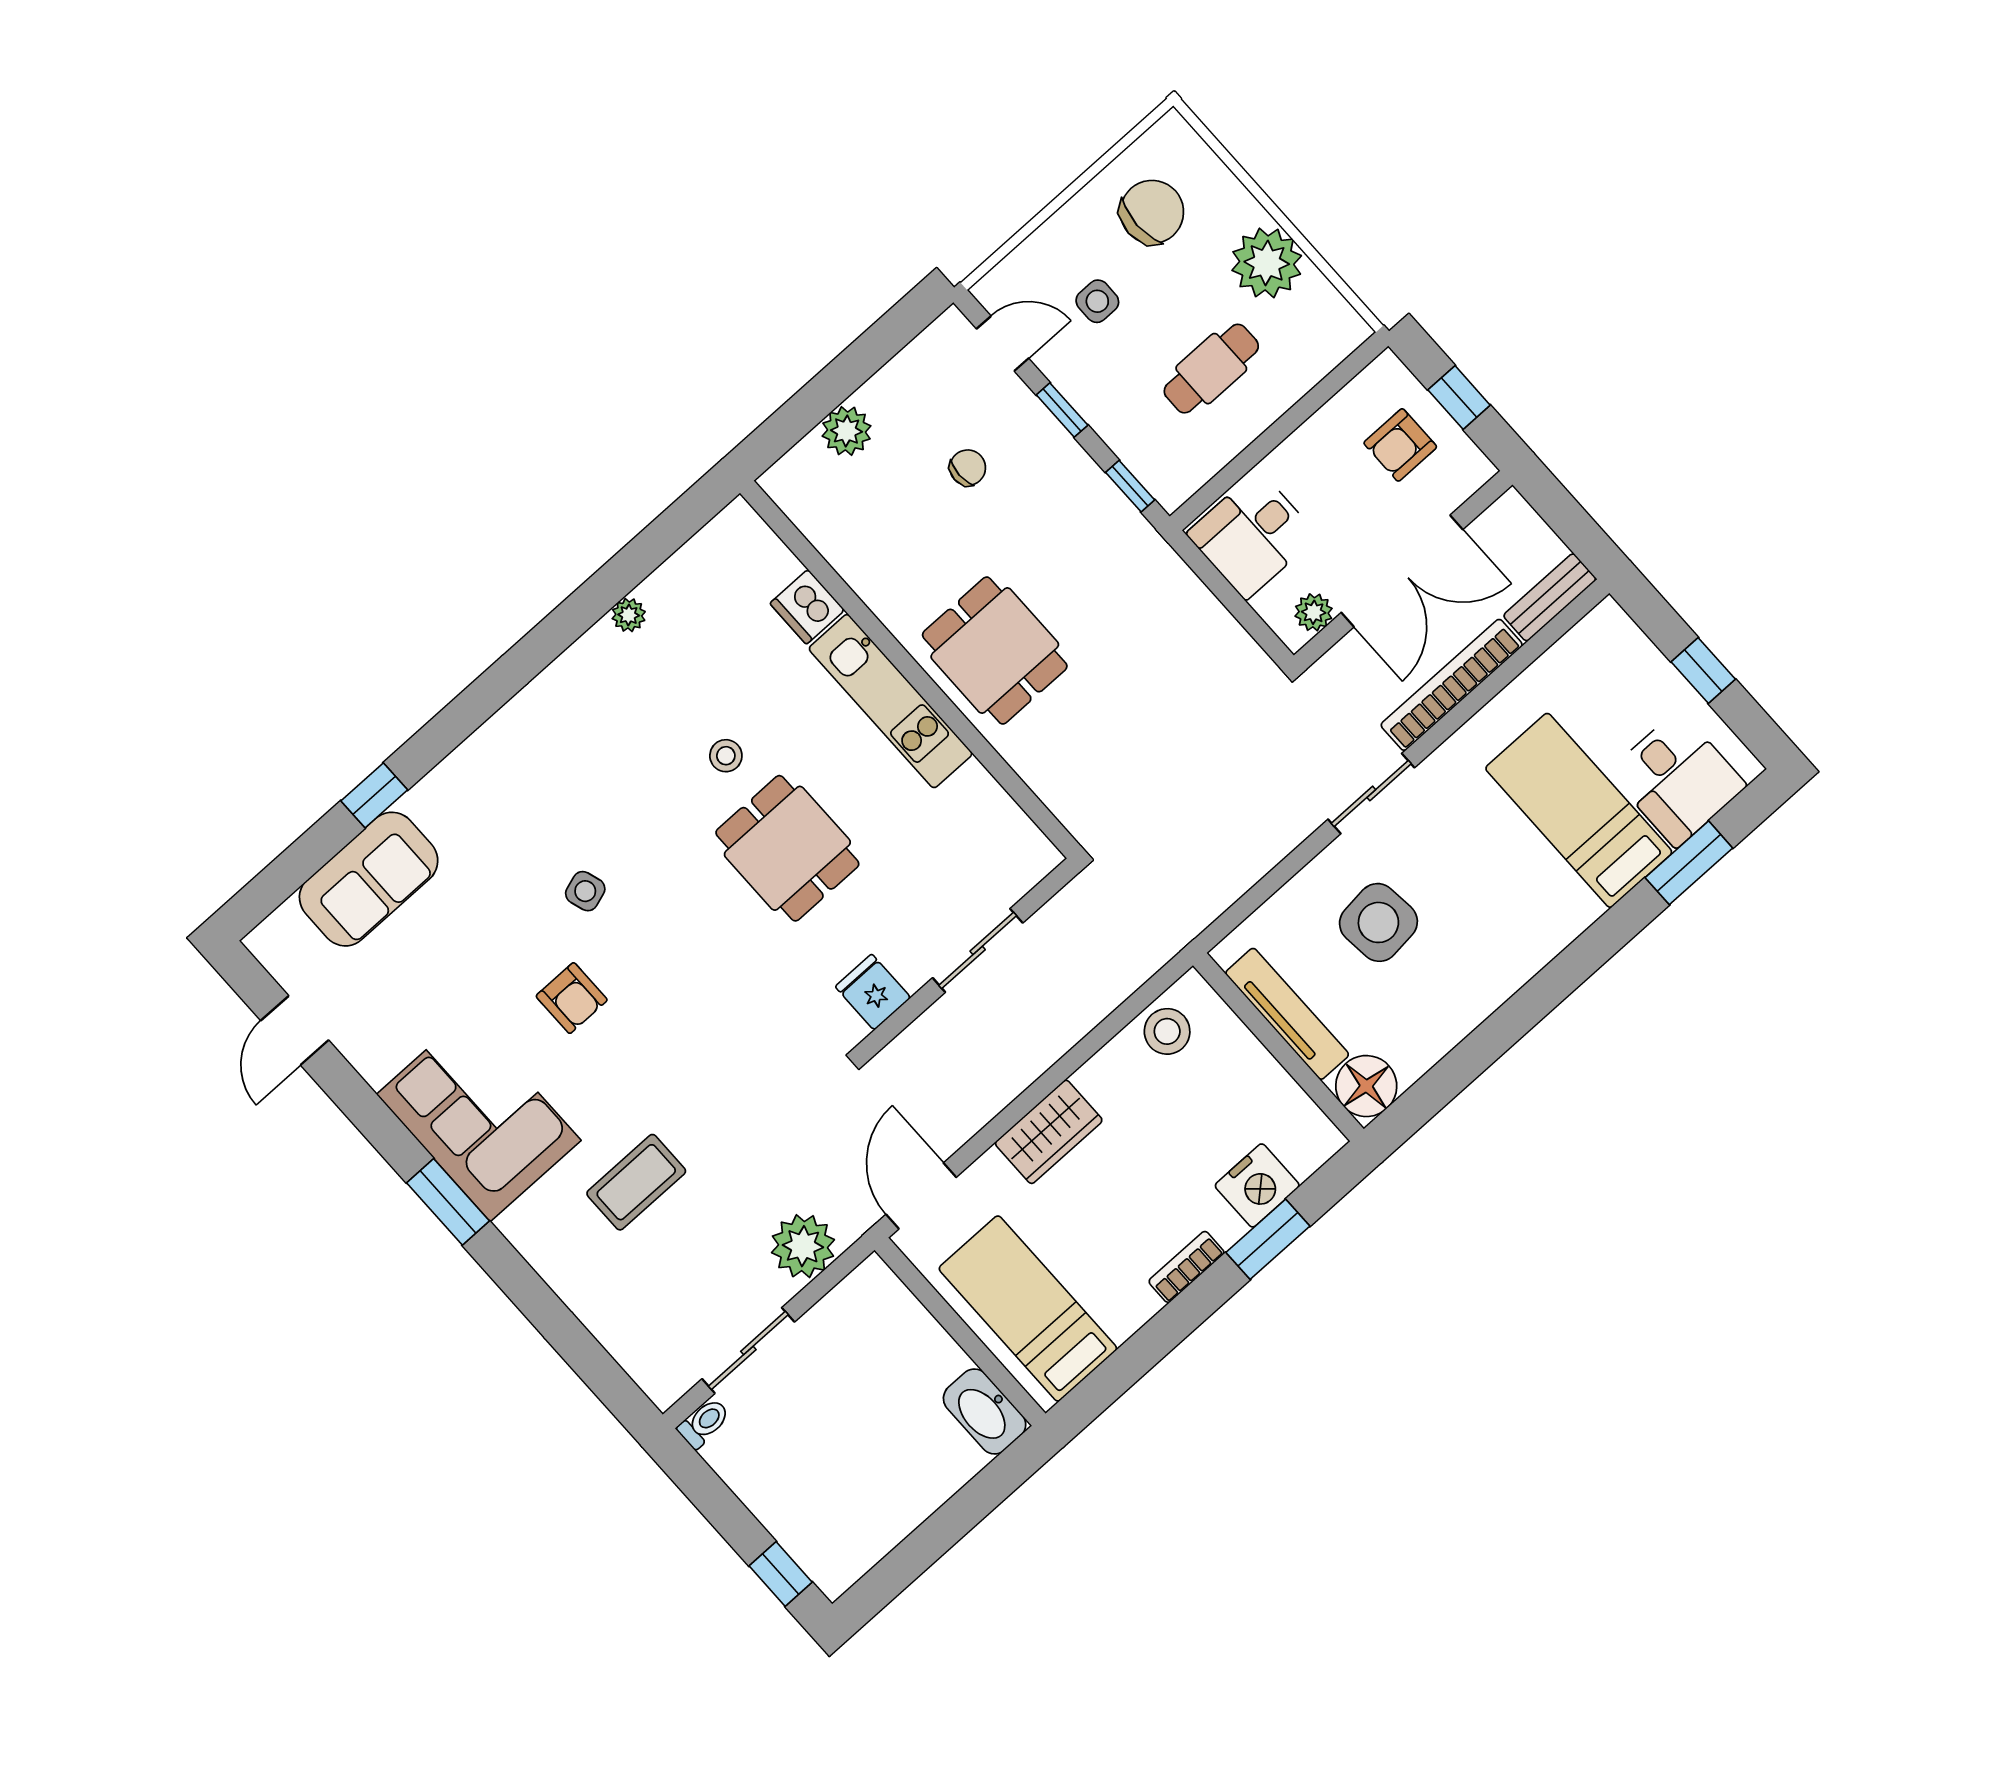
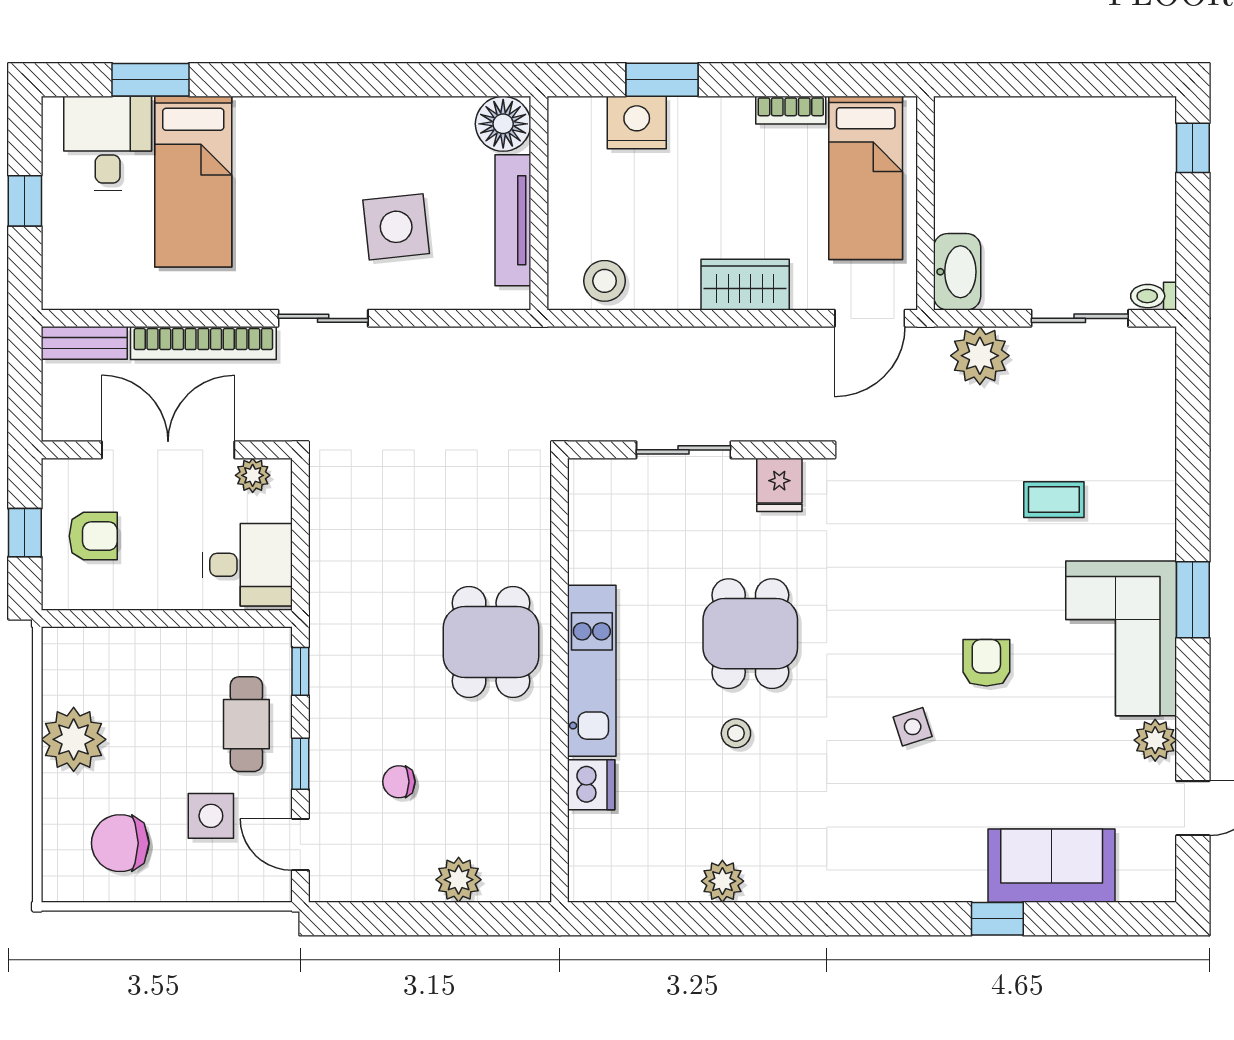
side table: (1097, 301) -> (211, 816), width x1.37, depth x1.37
cafe table: (1211, 369) -> (246, 724), moved, turned 90
plant: (629, 615) -> (722, 881), width x1.38, depth x1.38
plant: (376, 1059) -> (1155, 740), added
coffee table: (636, 1182) -> (1054, 500), width x0.73, depth x0.77
bookcase: (1186, 1267) -> (791, 110), moved
washbasin: (985, 1411) -> (957, 272), moved

